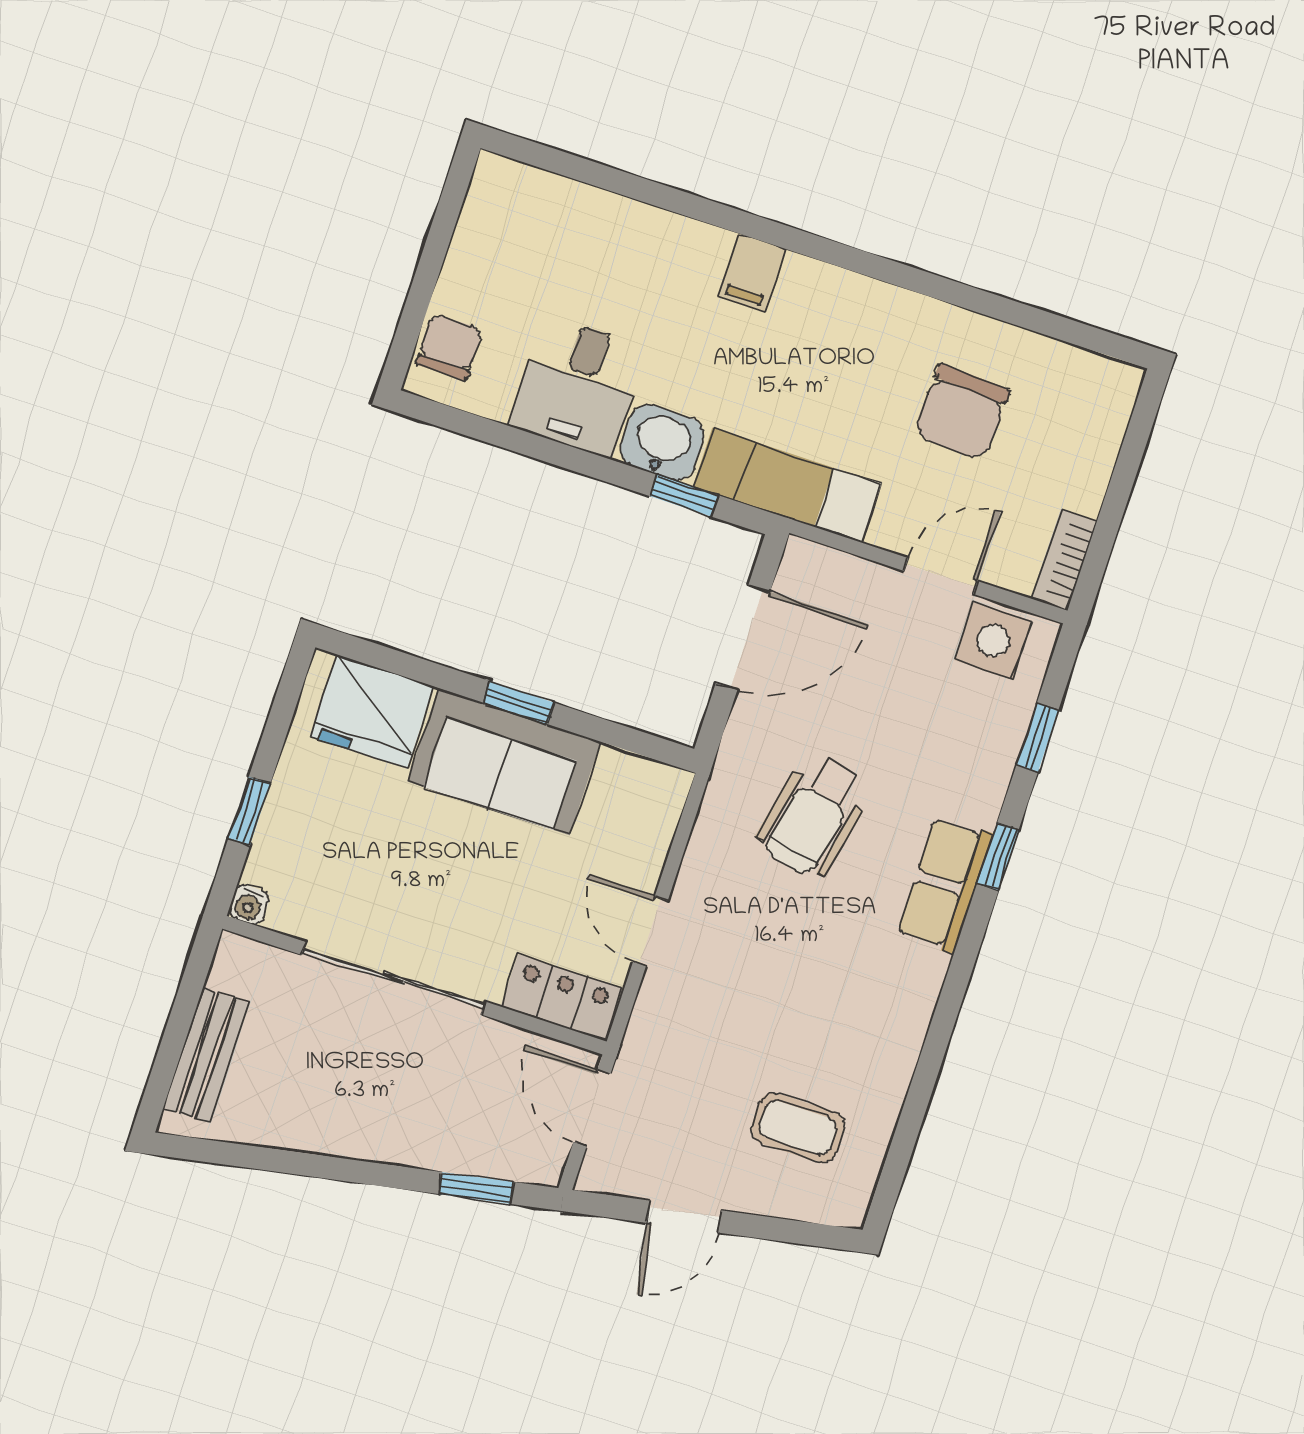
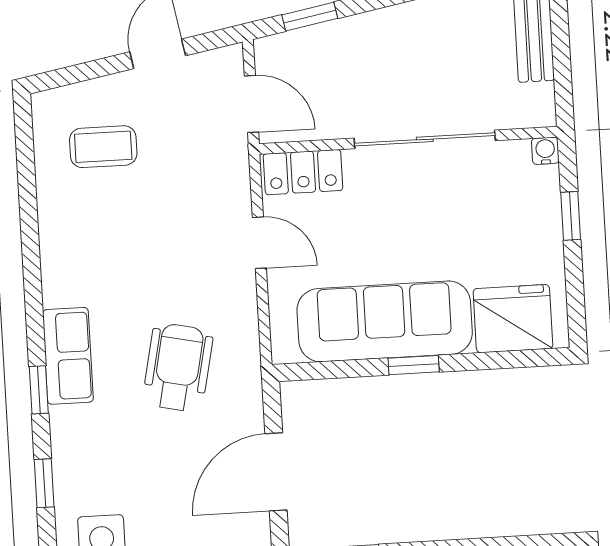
sofa: (504, 762) -> (385, 321), width x1.36

